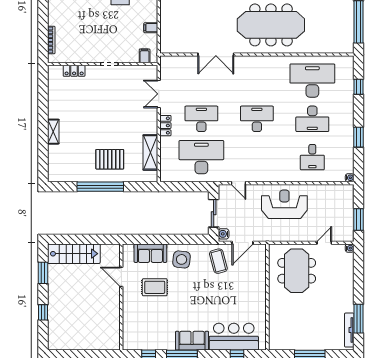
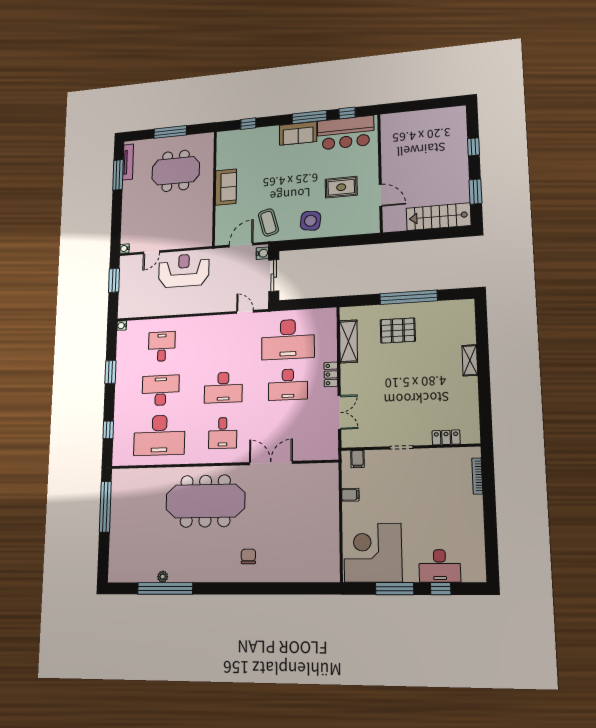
desk: (257, 81) -> (223, 433), added
reception desk: (284, 204) -> (184, 270), moved, turned 180
sofa: (150, 253) -> (226, 187), moved, turned 90
meeting table: (297, 271) -> (176, 171), moved, turned 90
bar counter: (234, 337) -> (346, 133), moved

